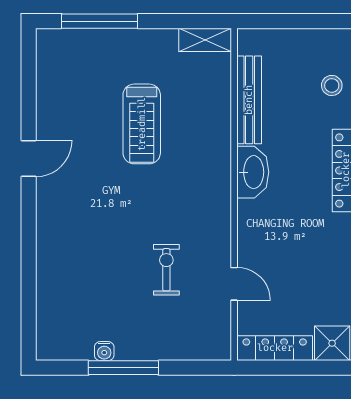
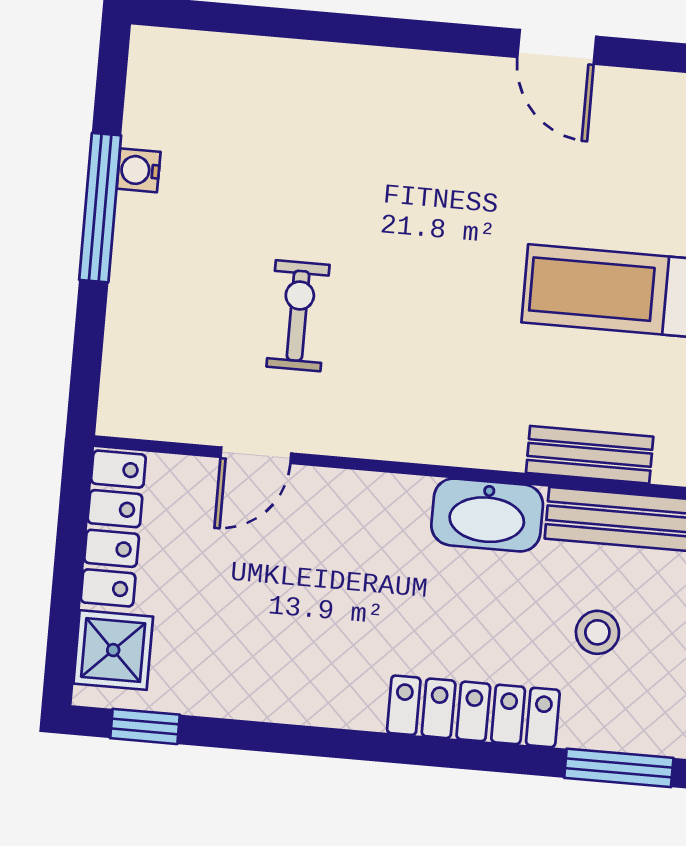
stool: (332, 85) -> (597, 632), moved
bench: (220, 126) -> (590, 455), added
exercise bike: (166, 270) -> (298, 316), turned -90

